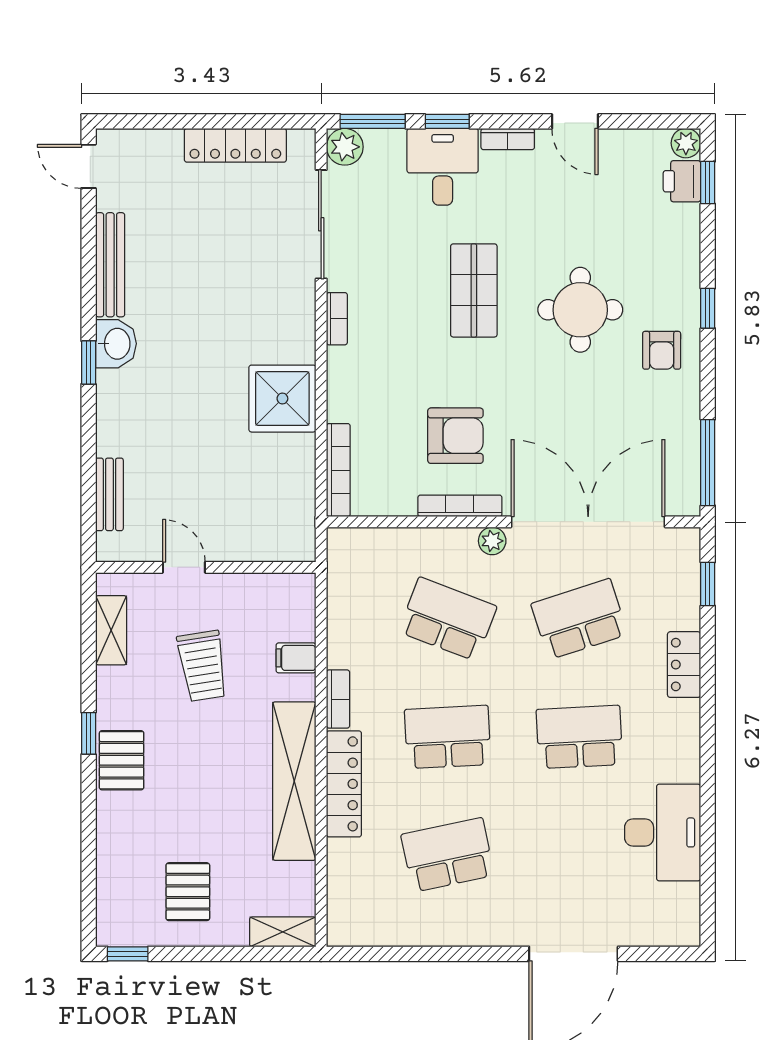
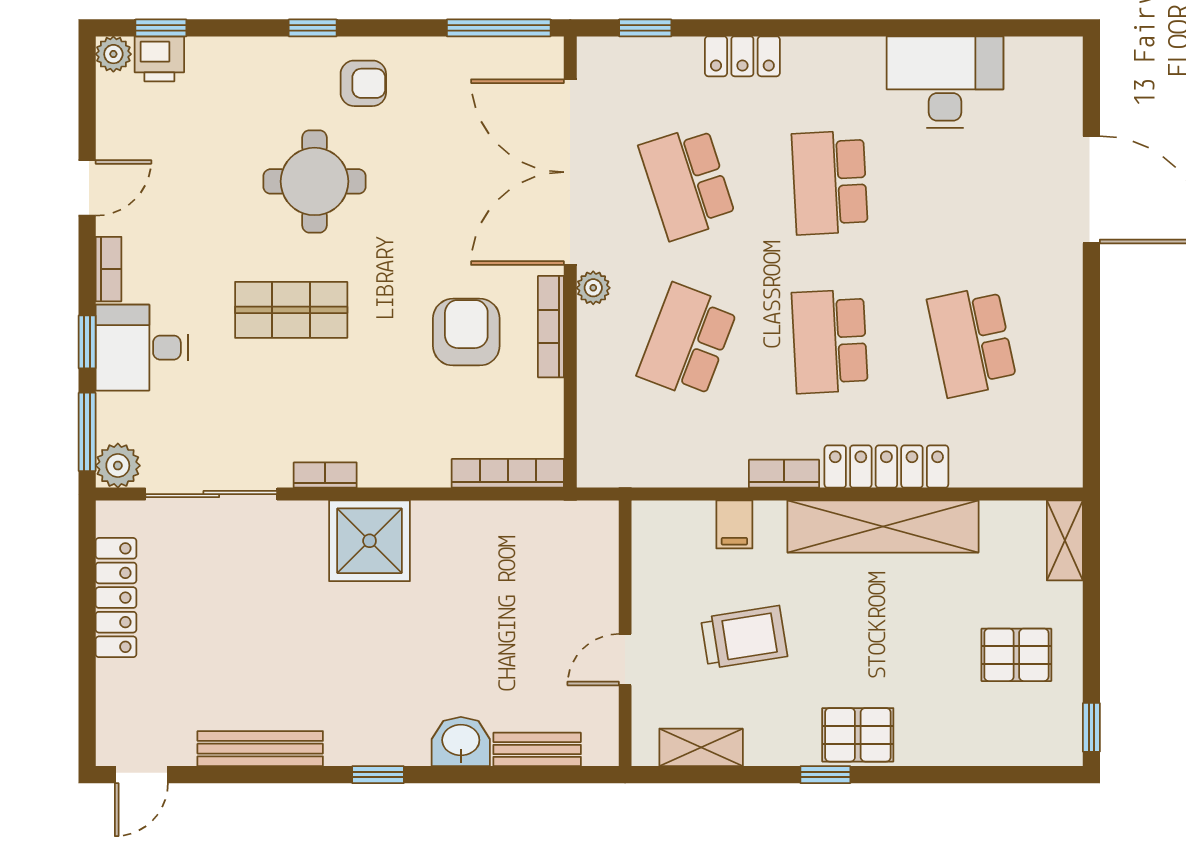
washbasin: (116, 344) -> (461, 742), moved
shower: (282, 399) -> (370, 541), moved

